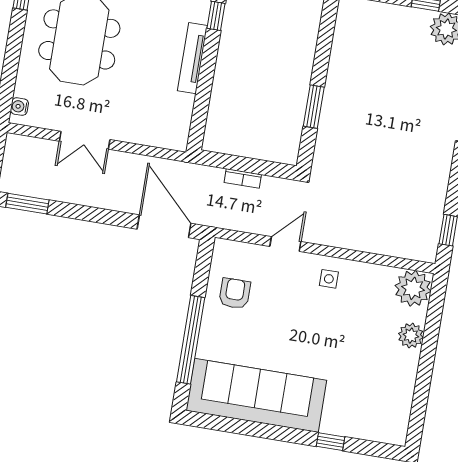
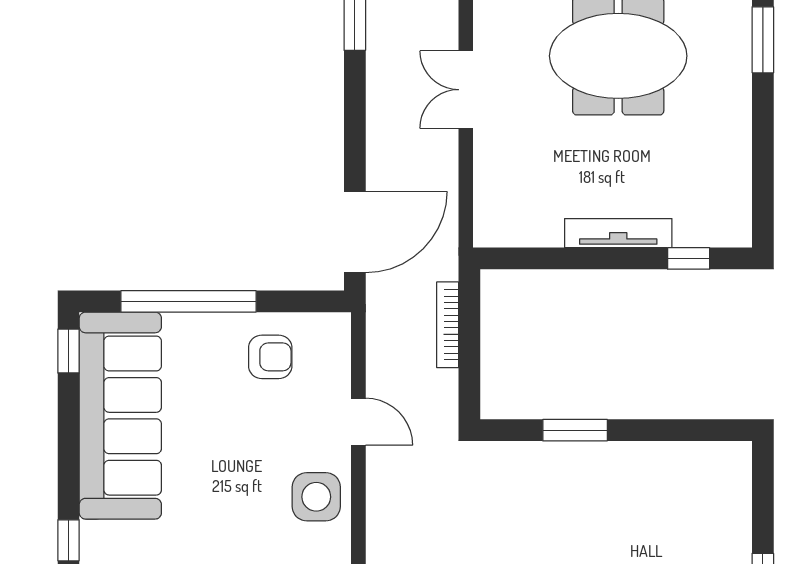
bookcase: (243, 178) -> (448, 325), width x1.56
side table: (329, 279) -> (316, 497), width x1.87, depth x1.87
window: (210, 422) -> (69, 351), added

